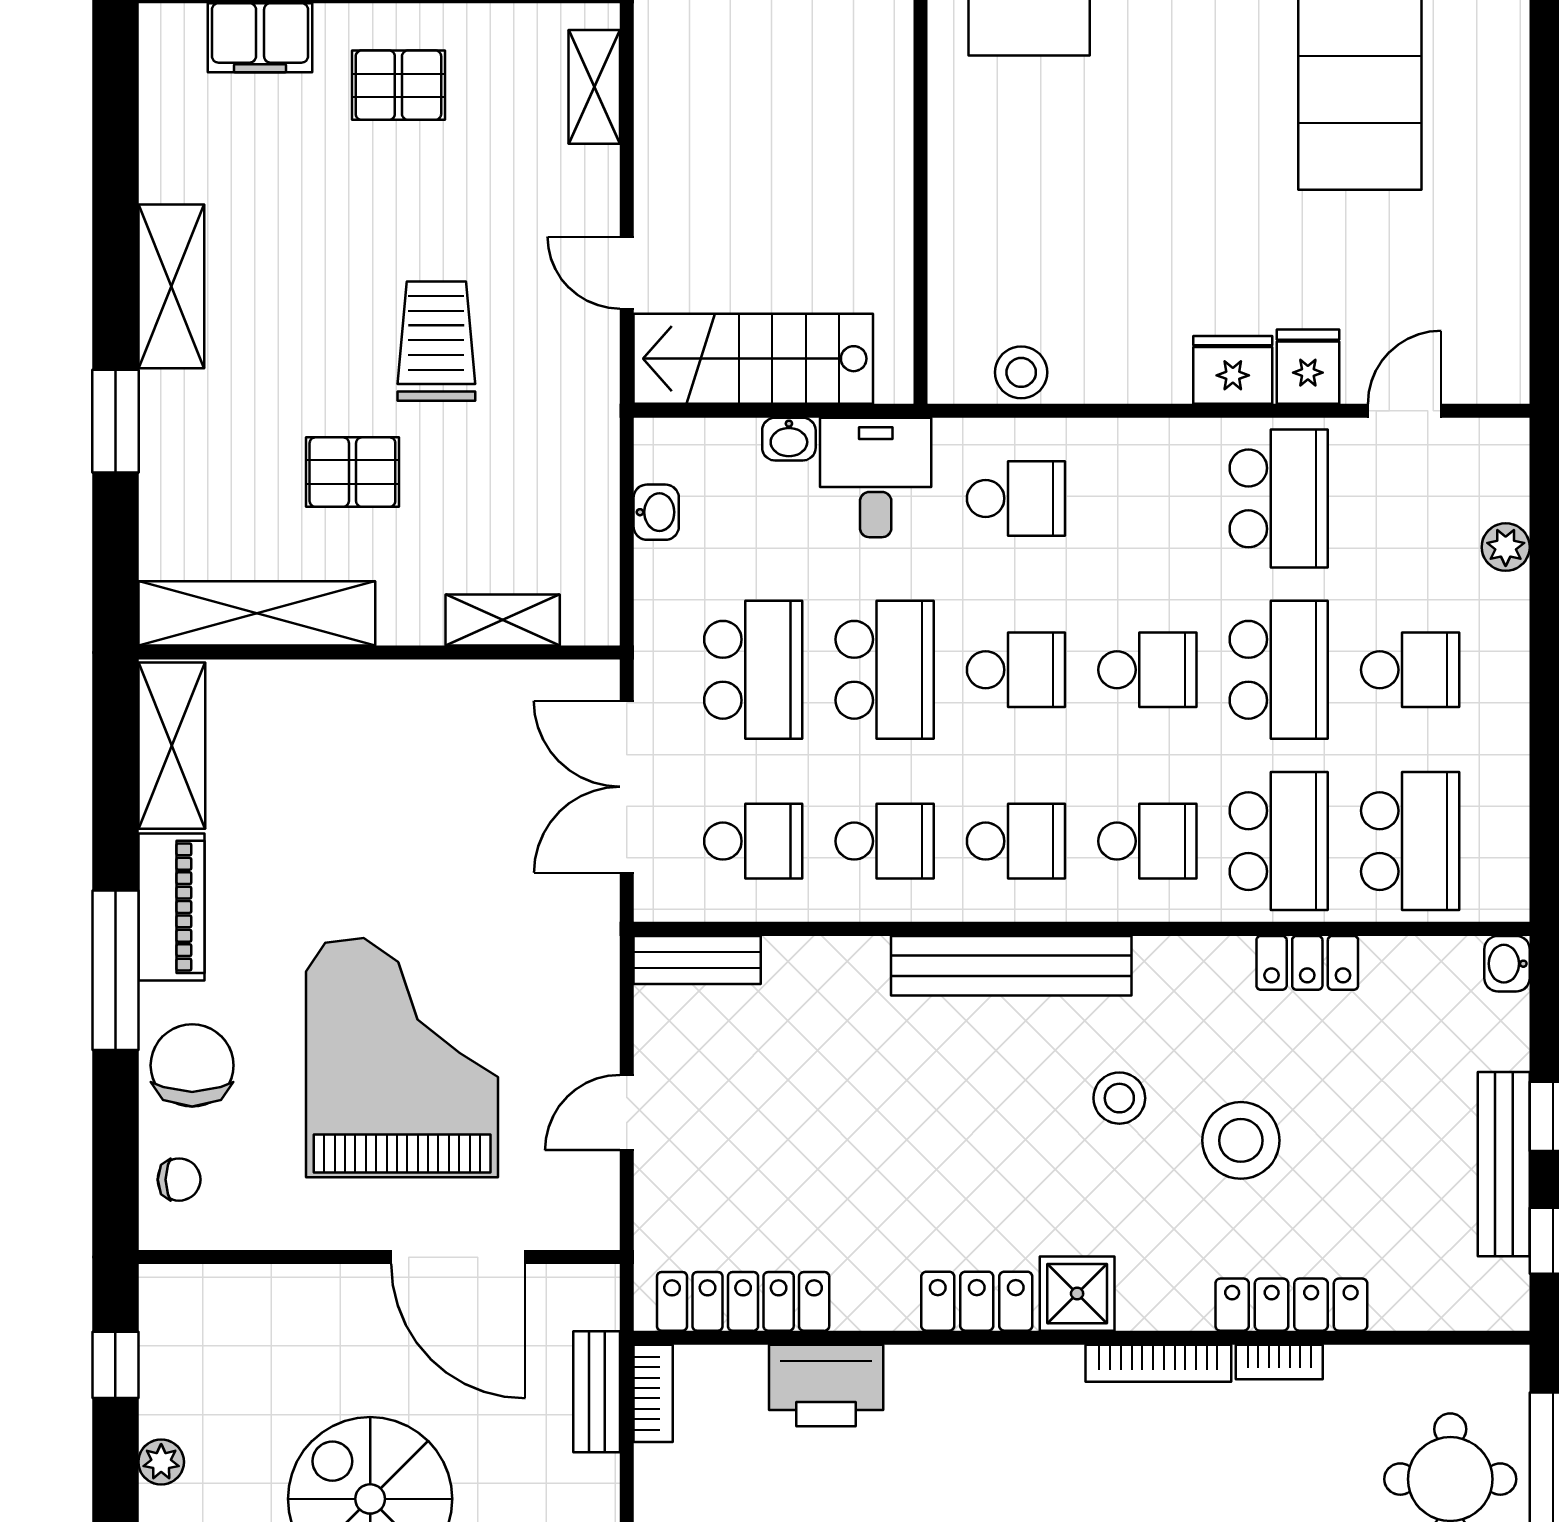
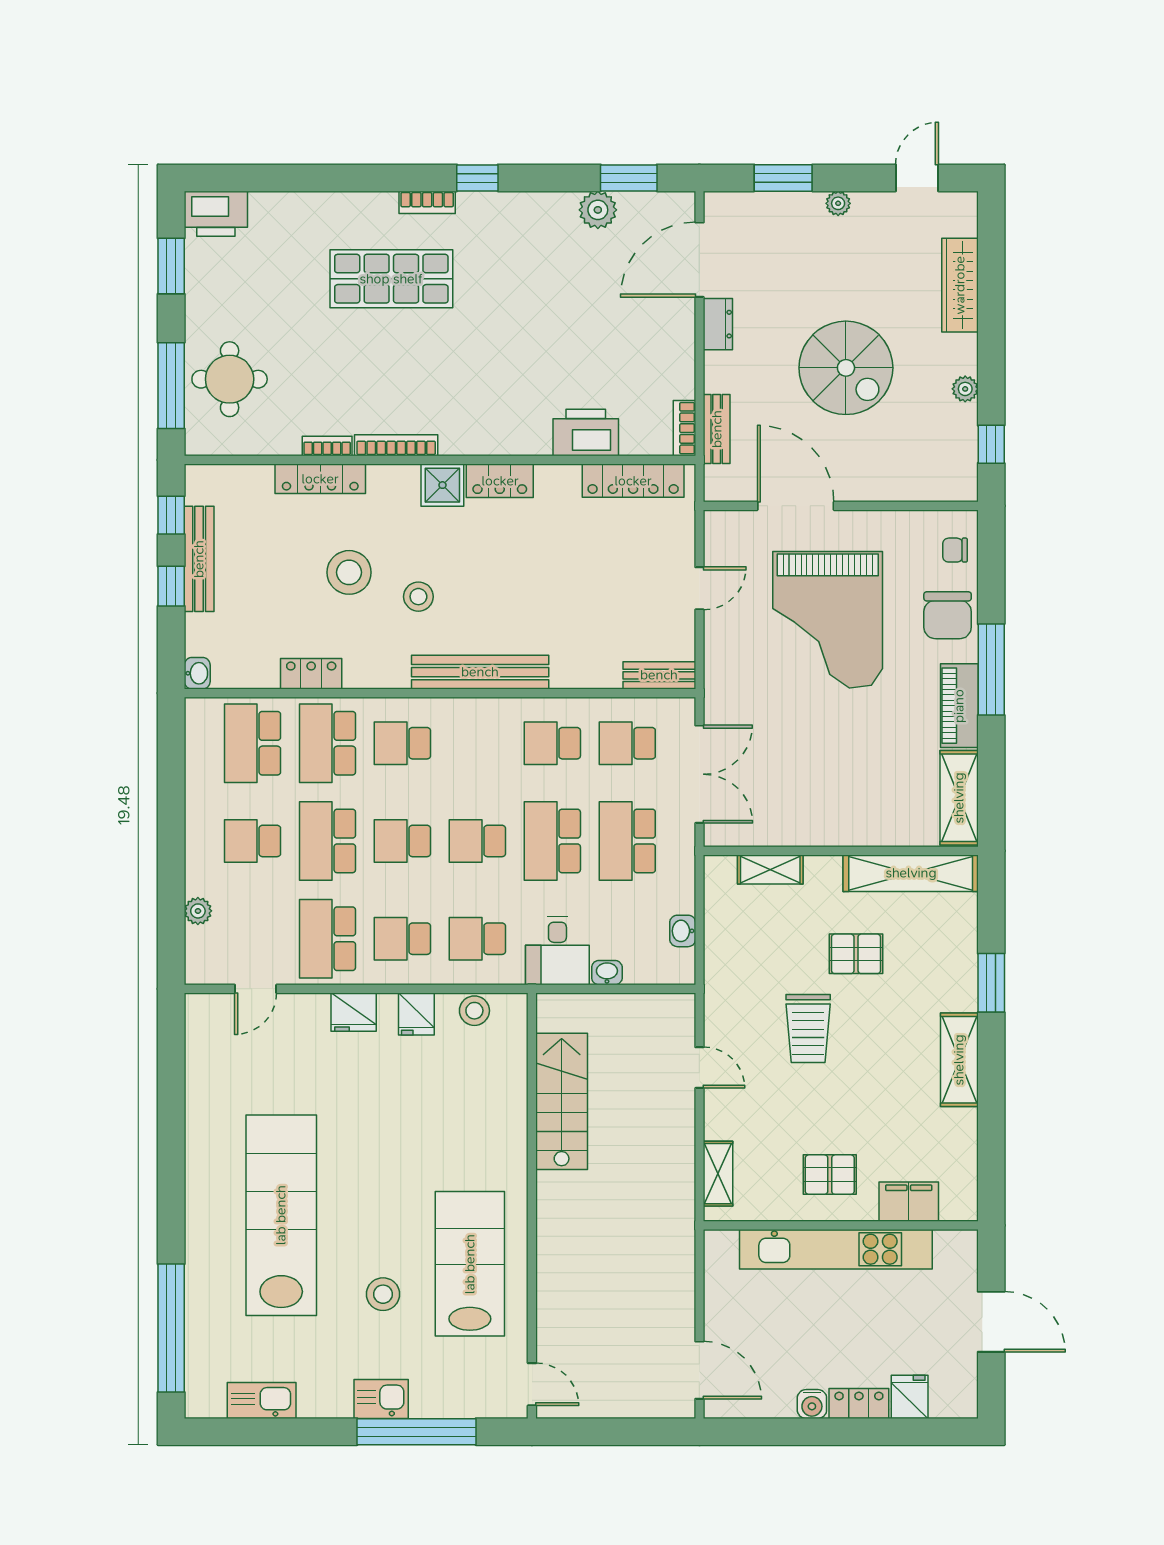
stairs: (753, 359) -> (562, 1101), moved, turned -90
fridge: (1308, 367) -> (416, 1014), moved
school desk: (1016, 841) -> (402, 939), moved

